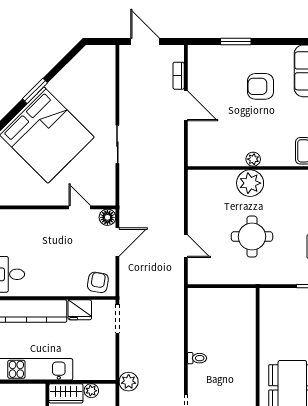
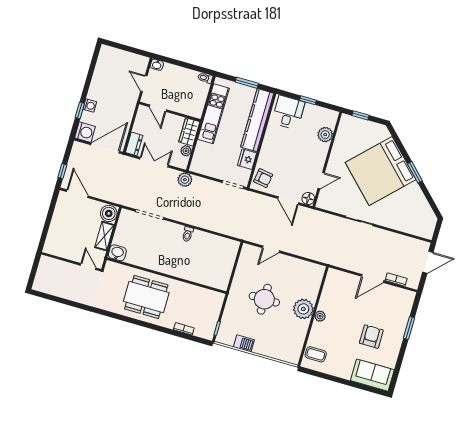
plant: (20, 219) -> (325, 135), added

